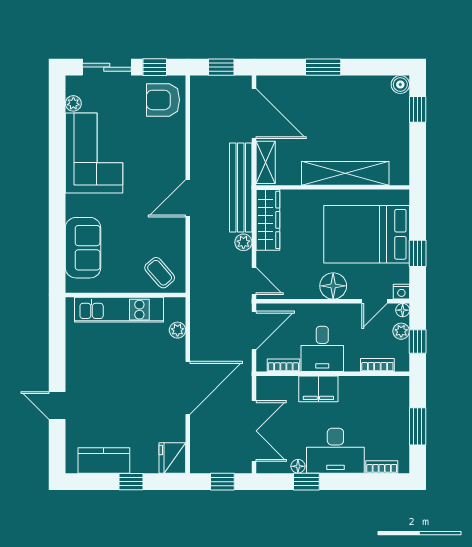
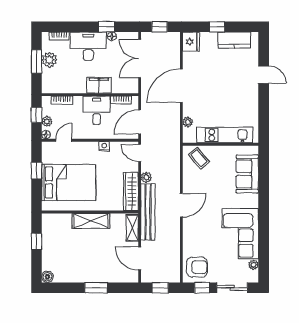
window: (418, 109) -> (36, 241), moved
door: (254, 114) -> (140, 259), width x0.73
shelving: (345, 173) -> (91, 221), width x0.68
floor lamp: (333, 286) -> (90, 150), removed
nightstand: (401, 292) -> (104, 146), moved
plant: (397, 429) -> (49, 60), added

